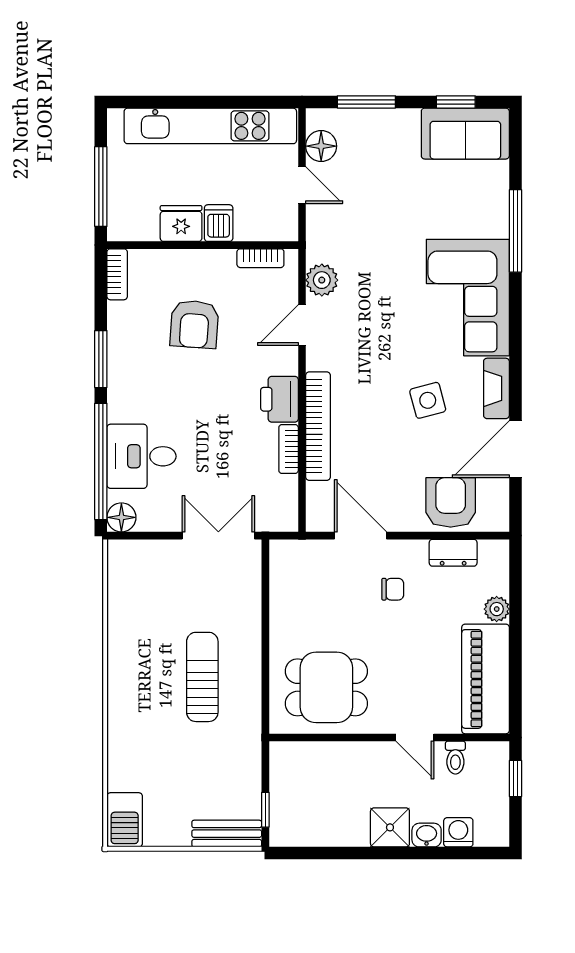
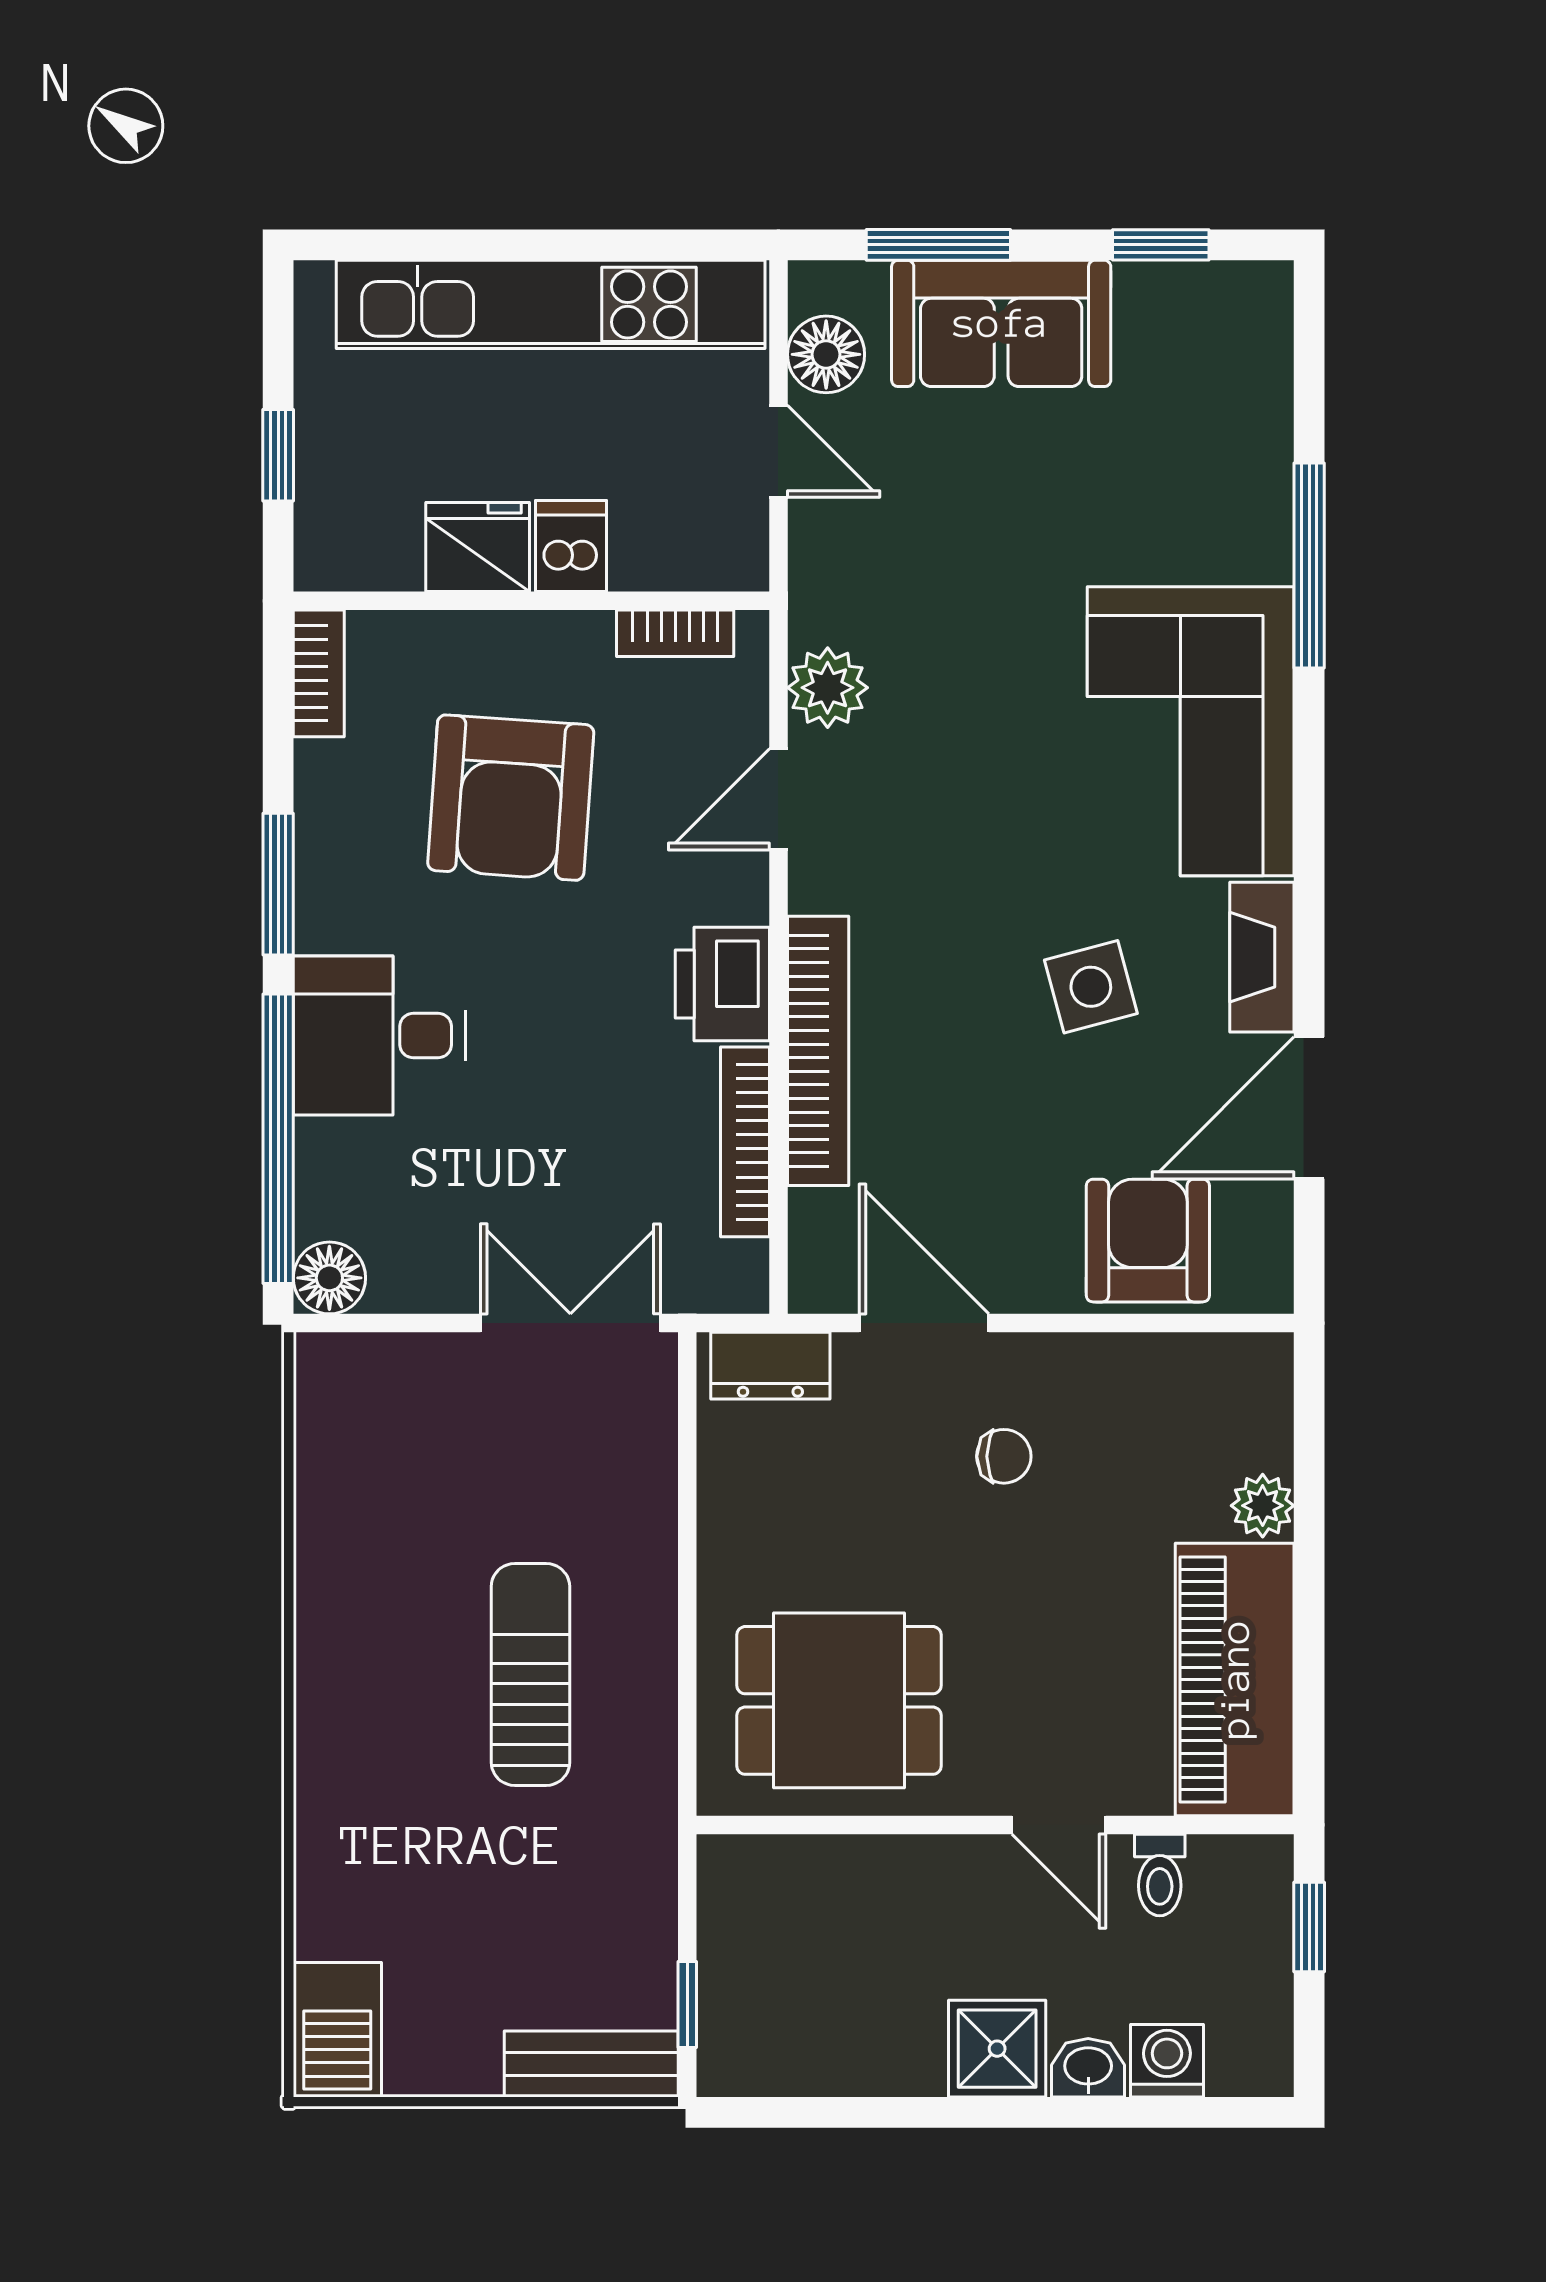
sofa: (465, 134) -> (1001, 323), moved
window: (101, 187) -> (278, 455), width x0.46
armchair: (194, 324) -> (511, 798), width x1.36, depth x1.36
bookcase: (289, 449) -> (745, 1142), width x1.56
desk: (141, 456) -> (379, 1036), moved
dresser: (453, 553) -> (770, 1366), moved

